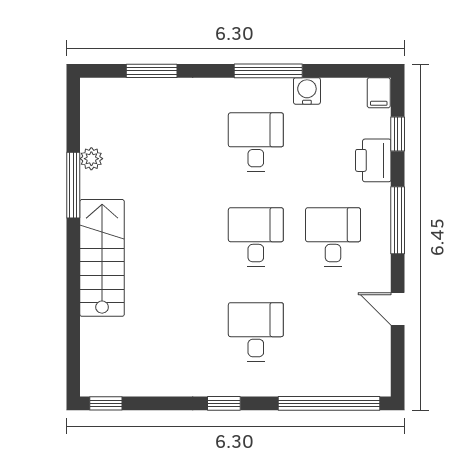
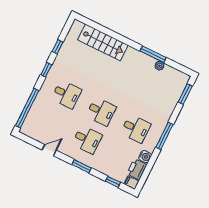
window: (152, 71) -> (185, 94), moved
window: (268, 71) -> (164, 136), moved
printer: (373, 160) -> (137, 169), moved, turned -90
window: (398, 220) -> (82, 166), width x0.69
stairs: (102, 258) -> (103, 42), moved
window: (106, 403) -> (58, 47), moved

